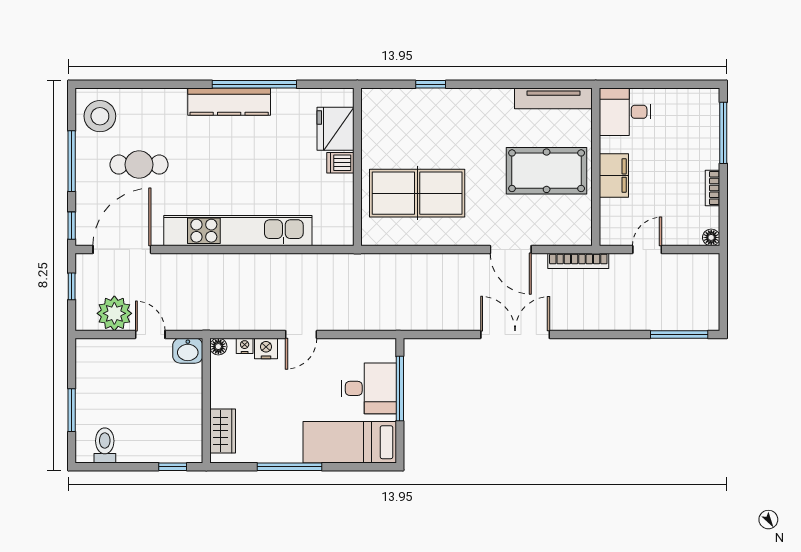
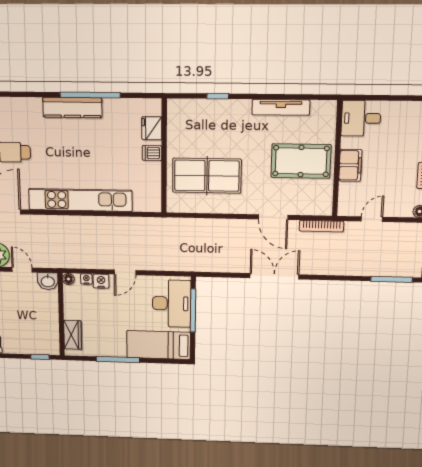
tv unit: (553, 98) -> (281, 107), moved
fridge: (335, 129) -> (152, 128), width x0.73, depth x0.75
desk: (369, 388) -> (172, 303), width x1.37

